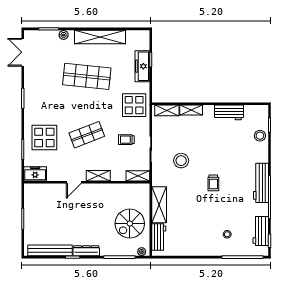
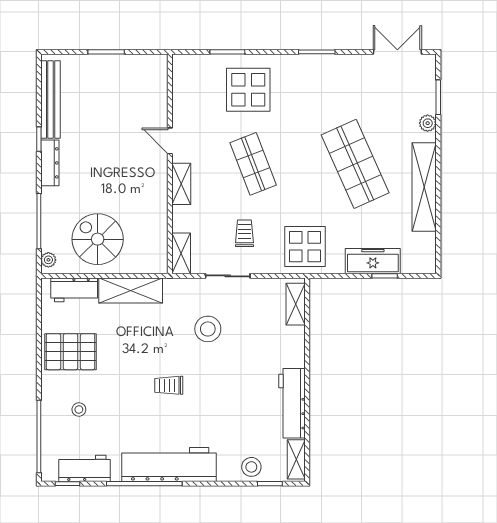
shop shelf: (87, 76) -> (355, 164), turned -30
shelving: (191, 110) -> (296, 459), moved
workbench: (229, 112) -> (292, 403), width x1.37
freezer: (35, 174) -> (185, 73), removed
workbench: (261, 183) -> (169, 464), width x1.36, depth x1.32
pallet: (194, 239) -> (71, 352), added

